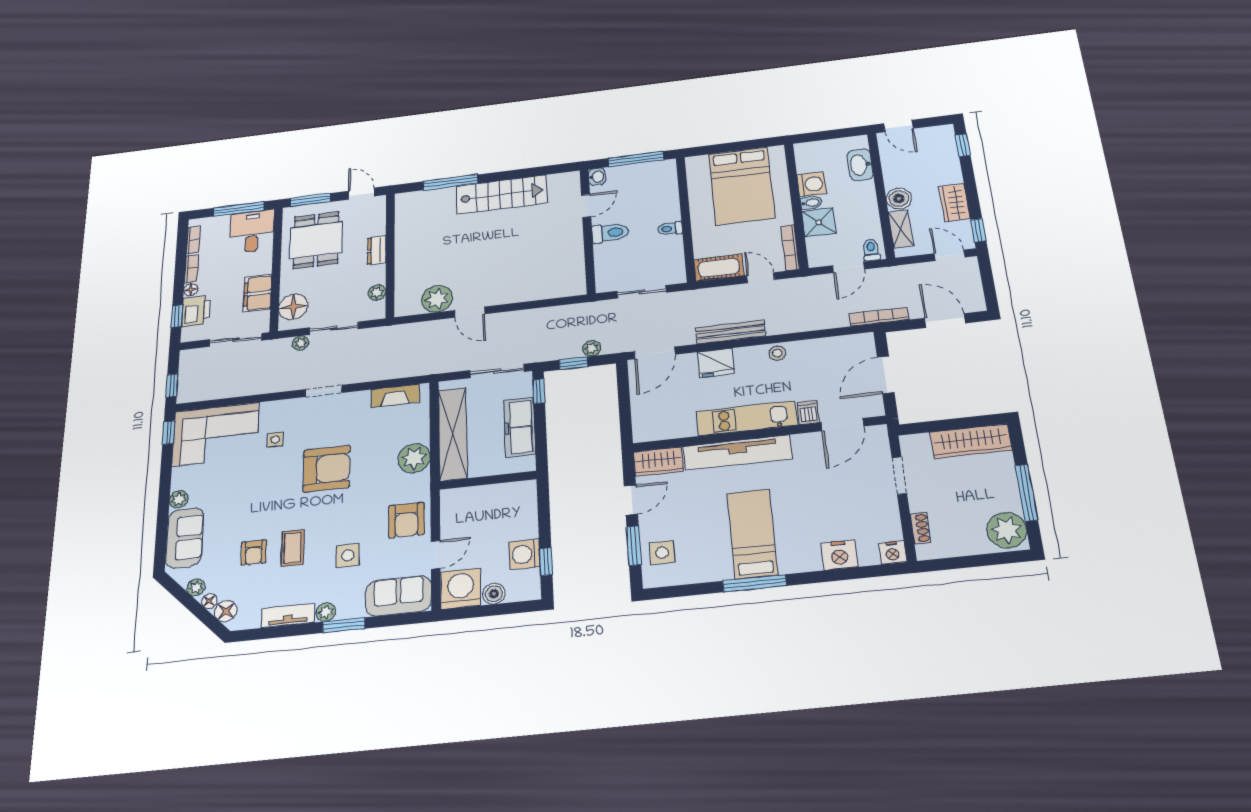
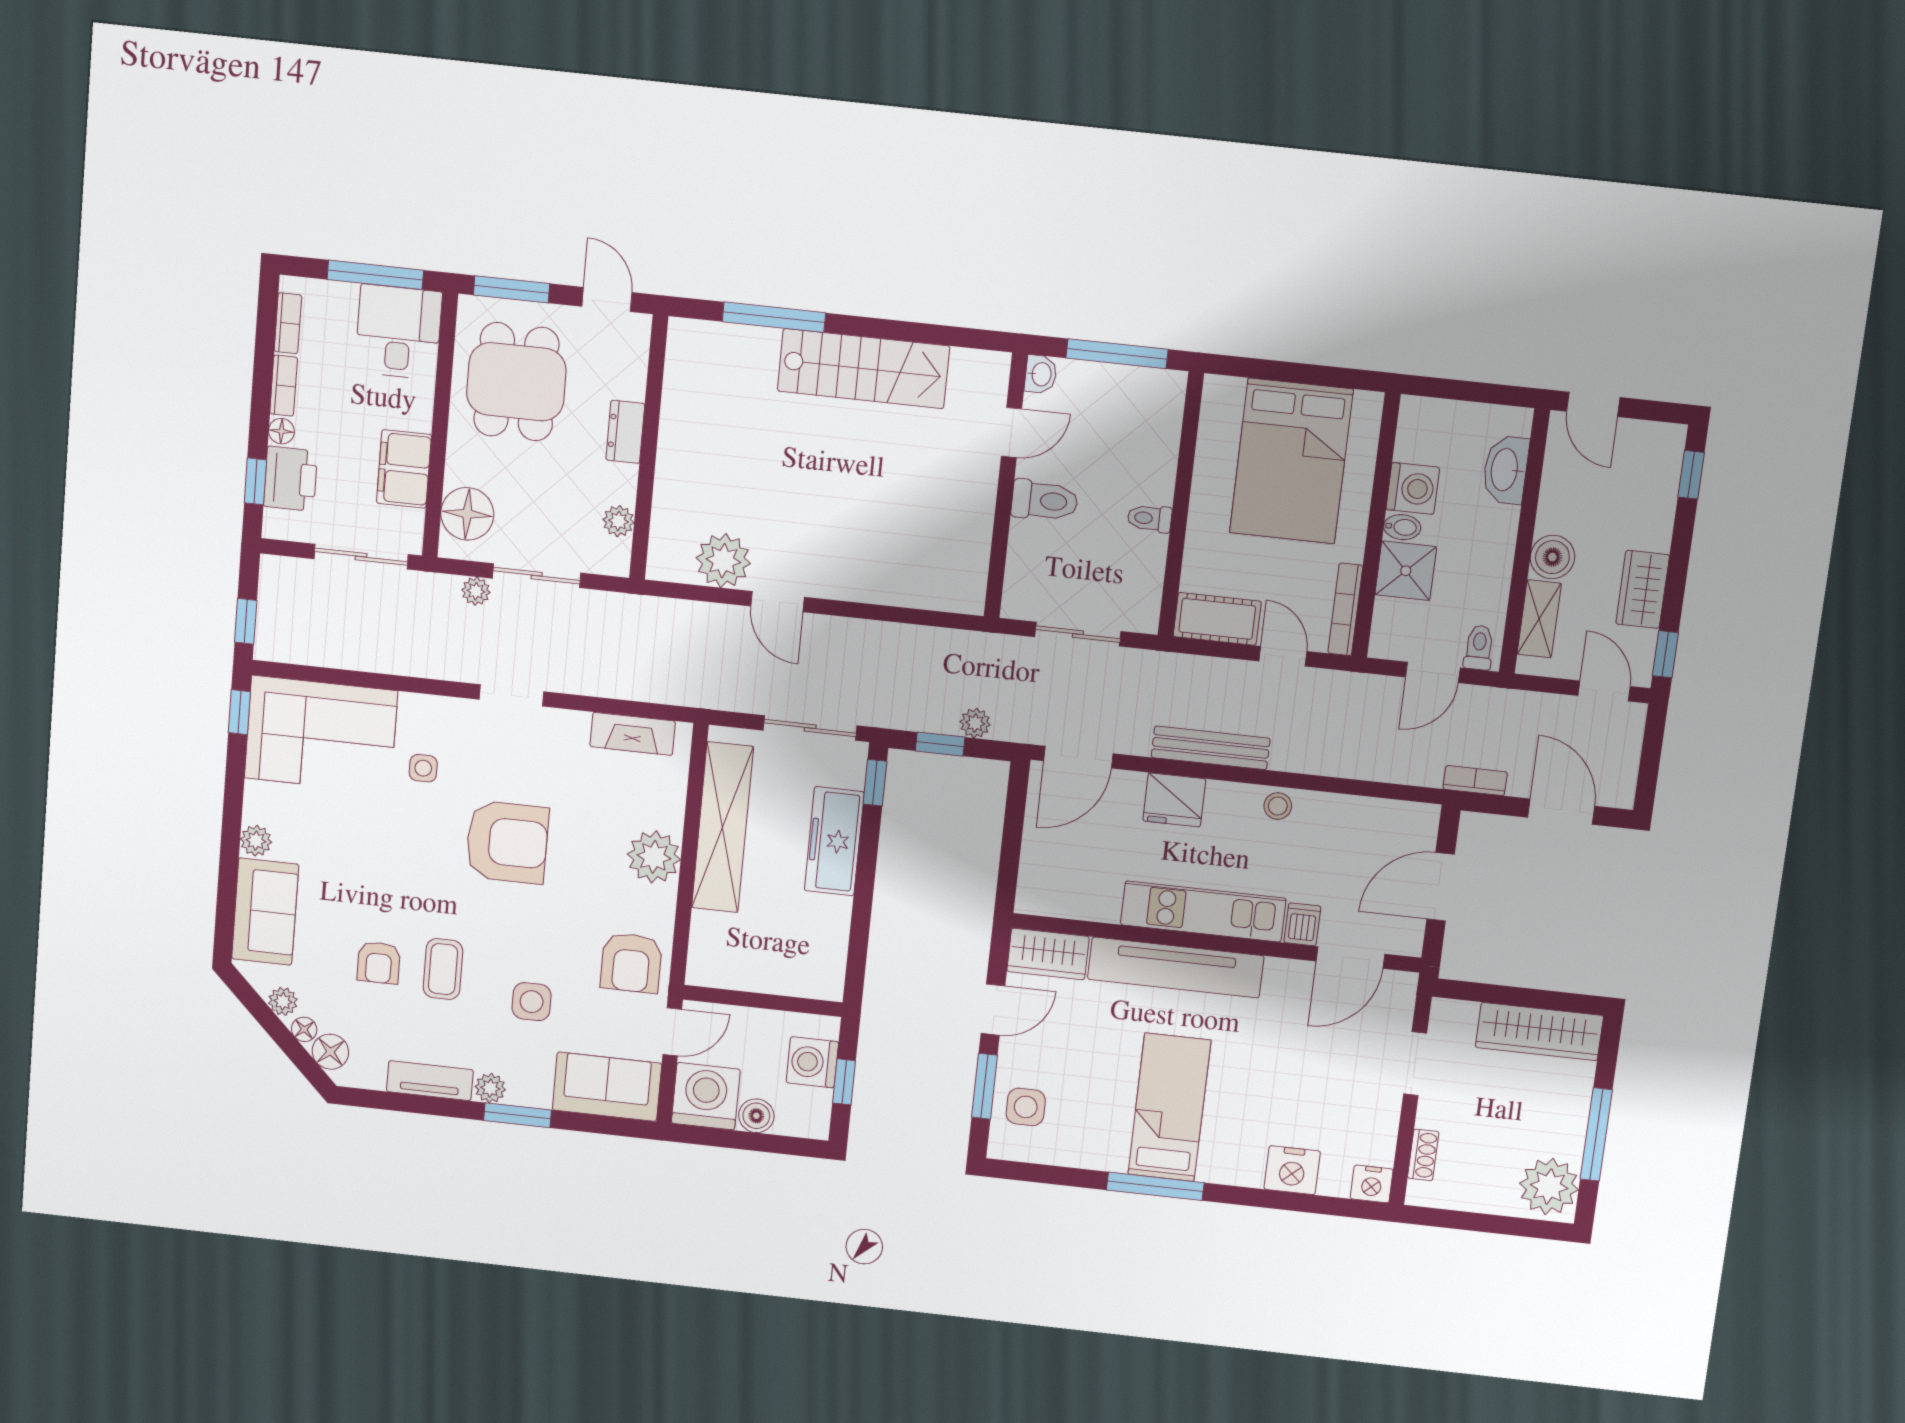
bookcase: (879, 317) -> (1475, 781), width x0.64
wall: (488, 480) -> (763, 1001), moved

